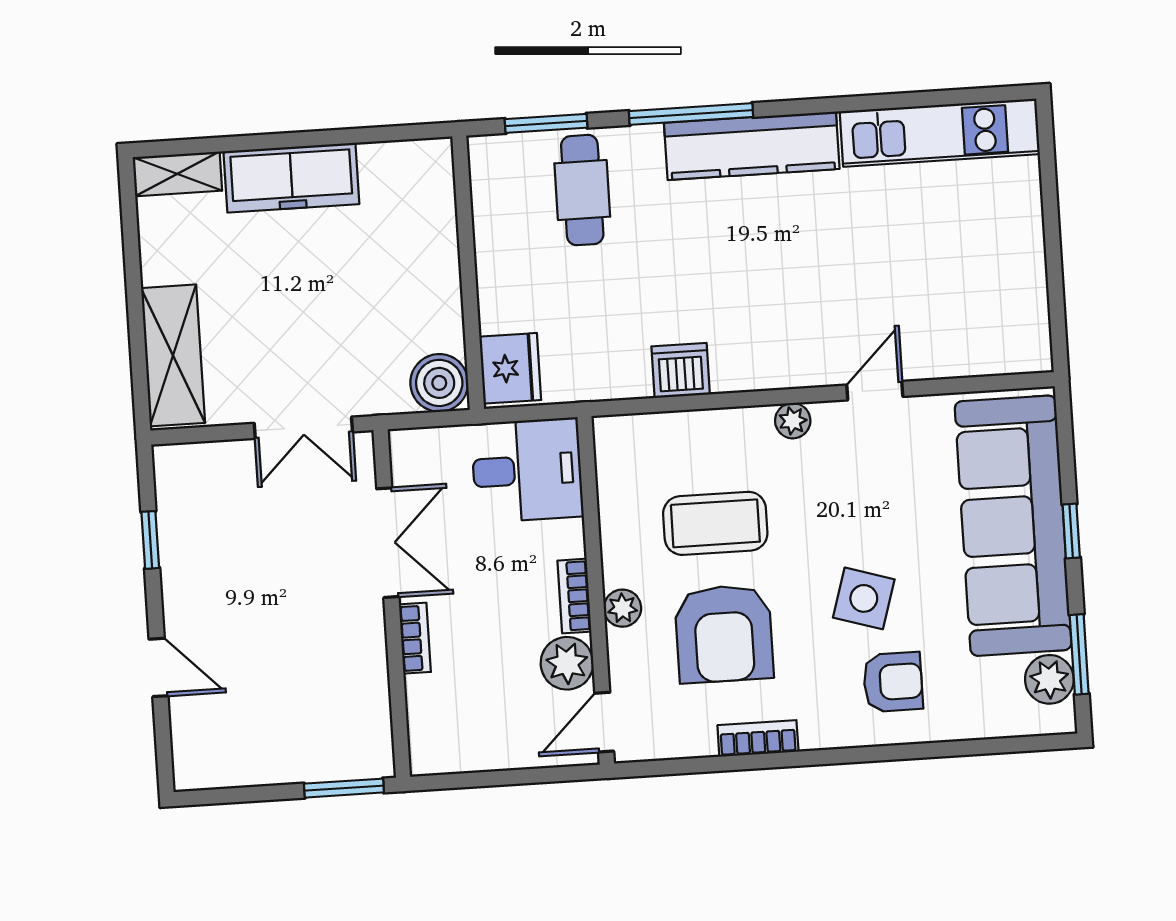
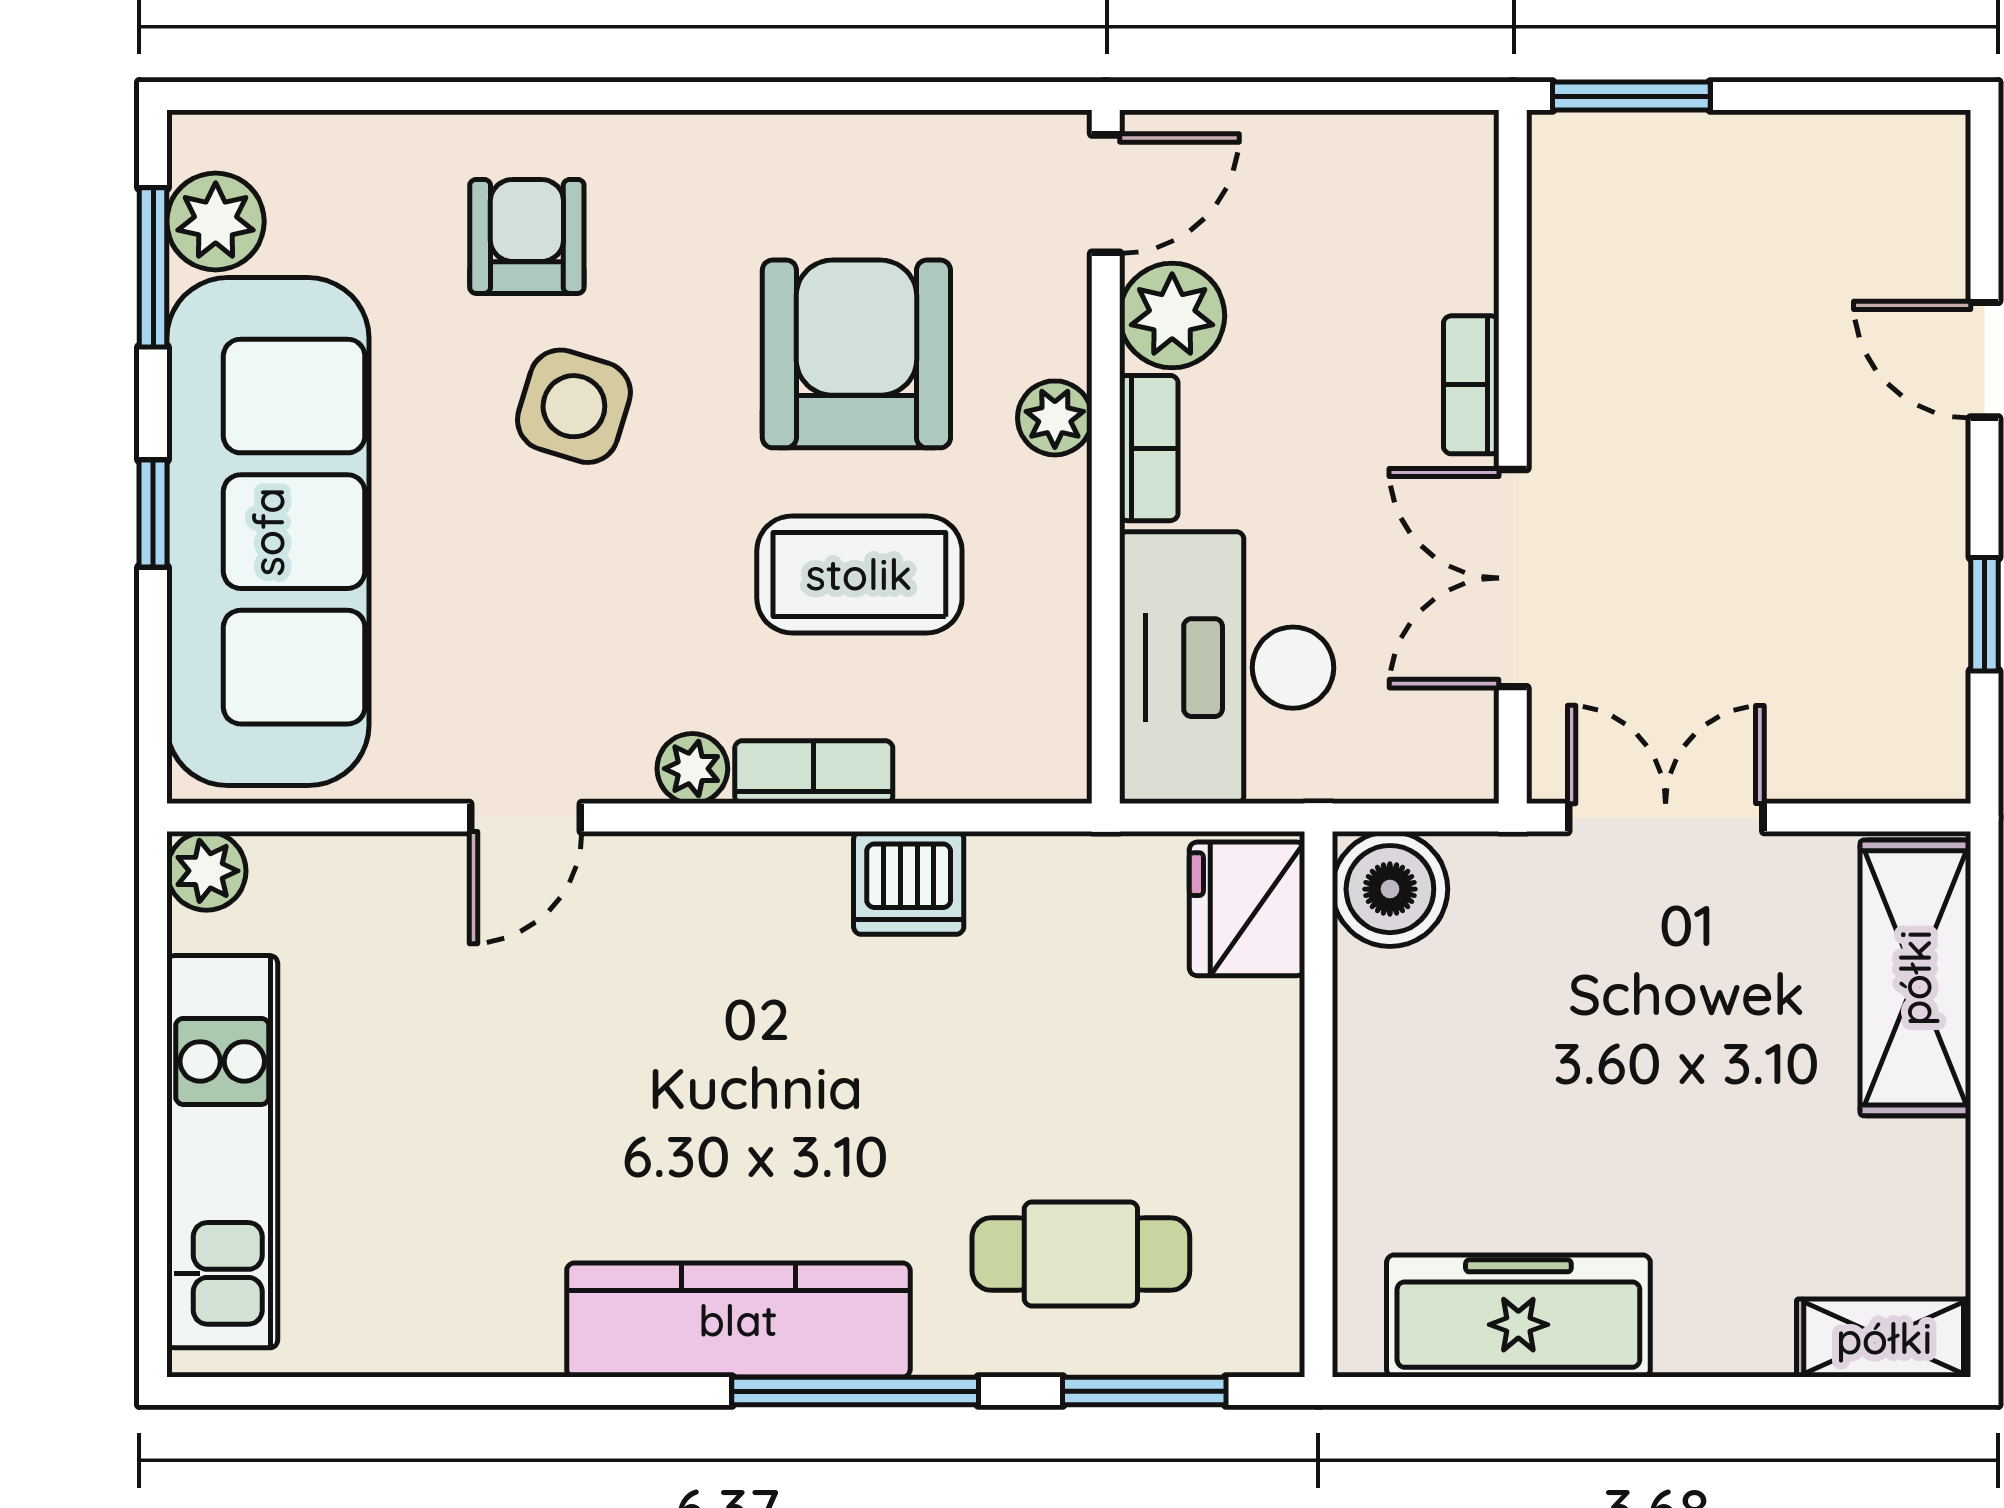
kitchen unit: (940, 133) -> (222, 1152), moved, turned 90
freezer: (291, 178) -> (1518, 1316), moved
cafe table: (582, 190) -> (1081, 1254), turned 90
plant: (1033, 354) -> (206, 871), added
desk: (527, 470) -> (1227, 668), width x1.37
armchair: (893, 682) -> (527, 236), turned 90
bookcase: (758, 738) -> (814, 772), moved, turned 180

